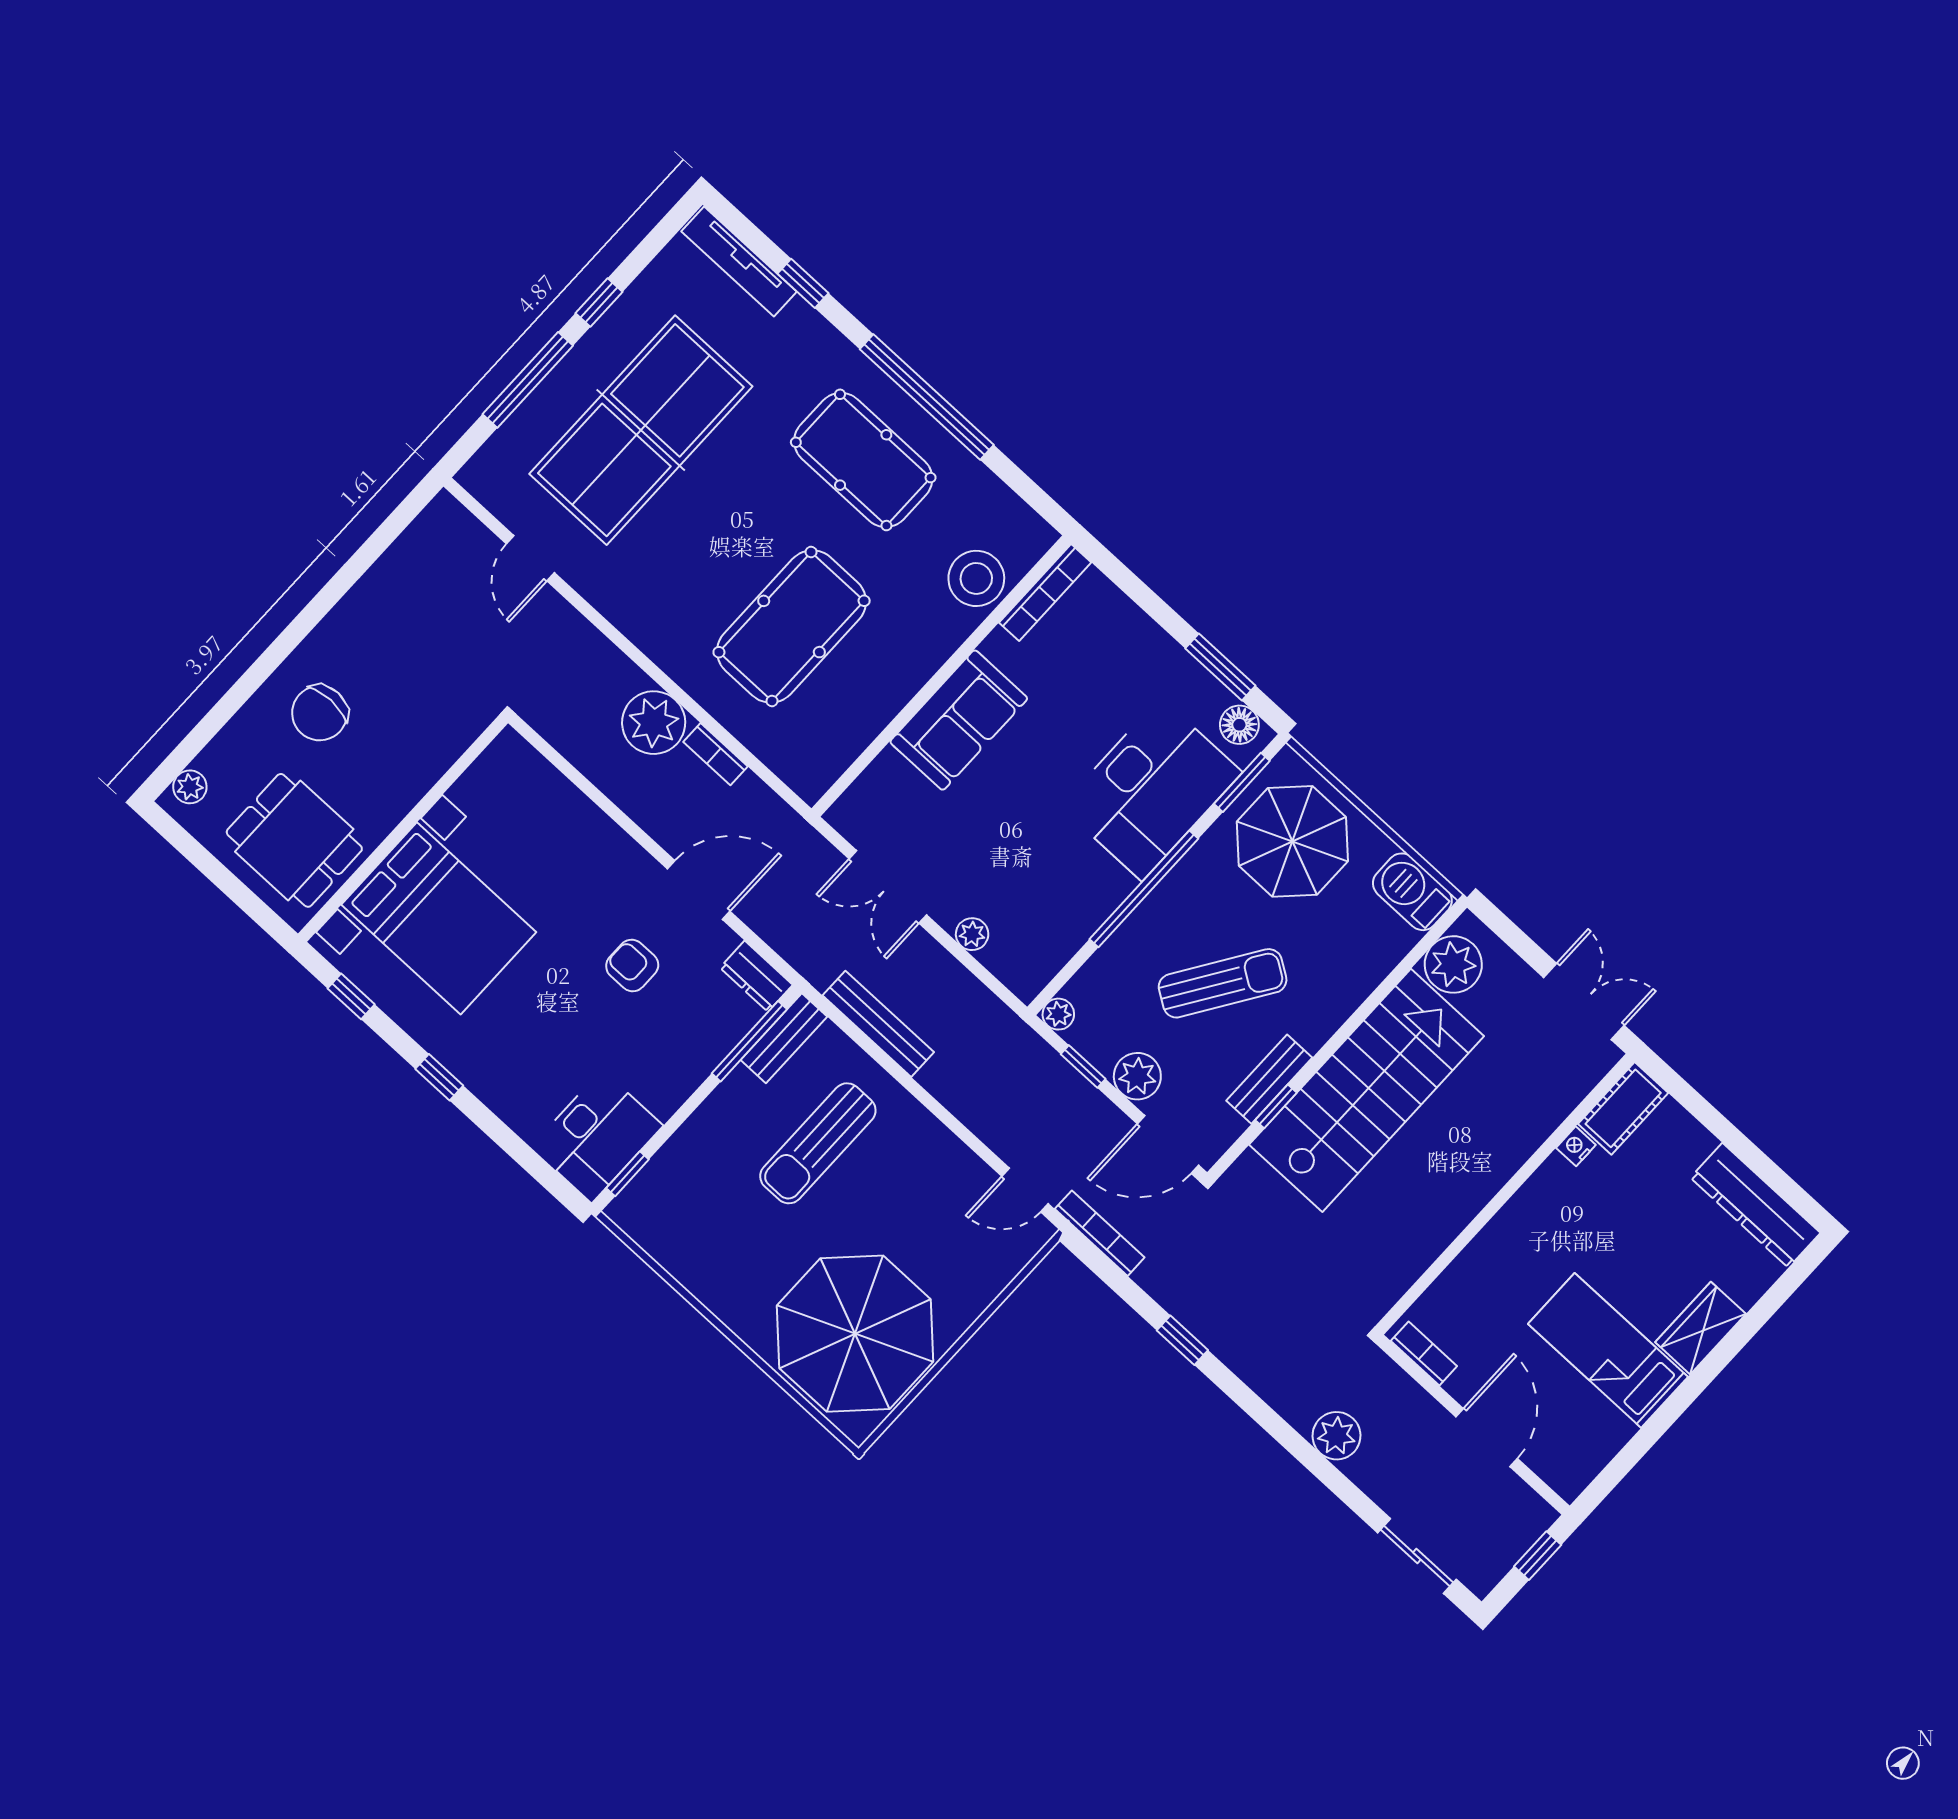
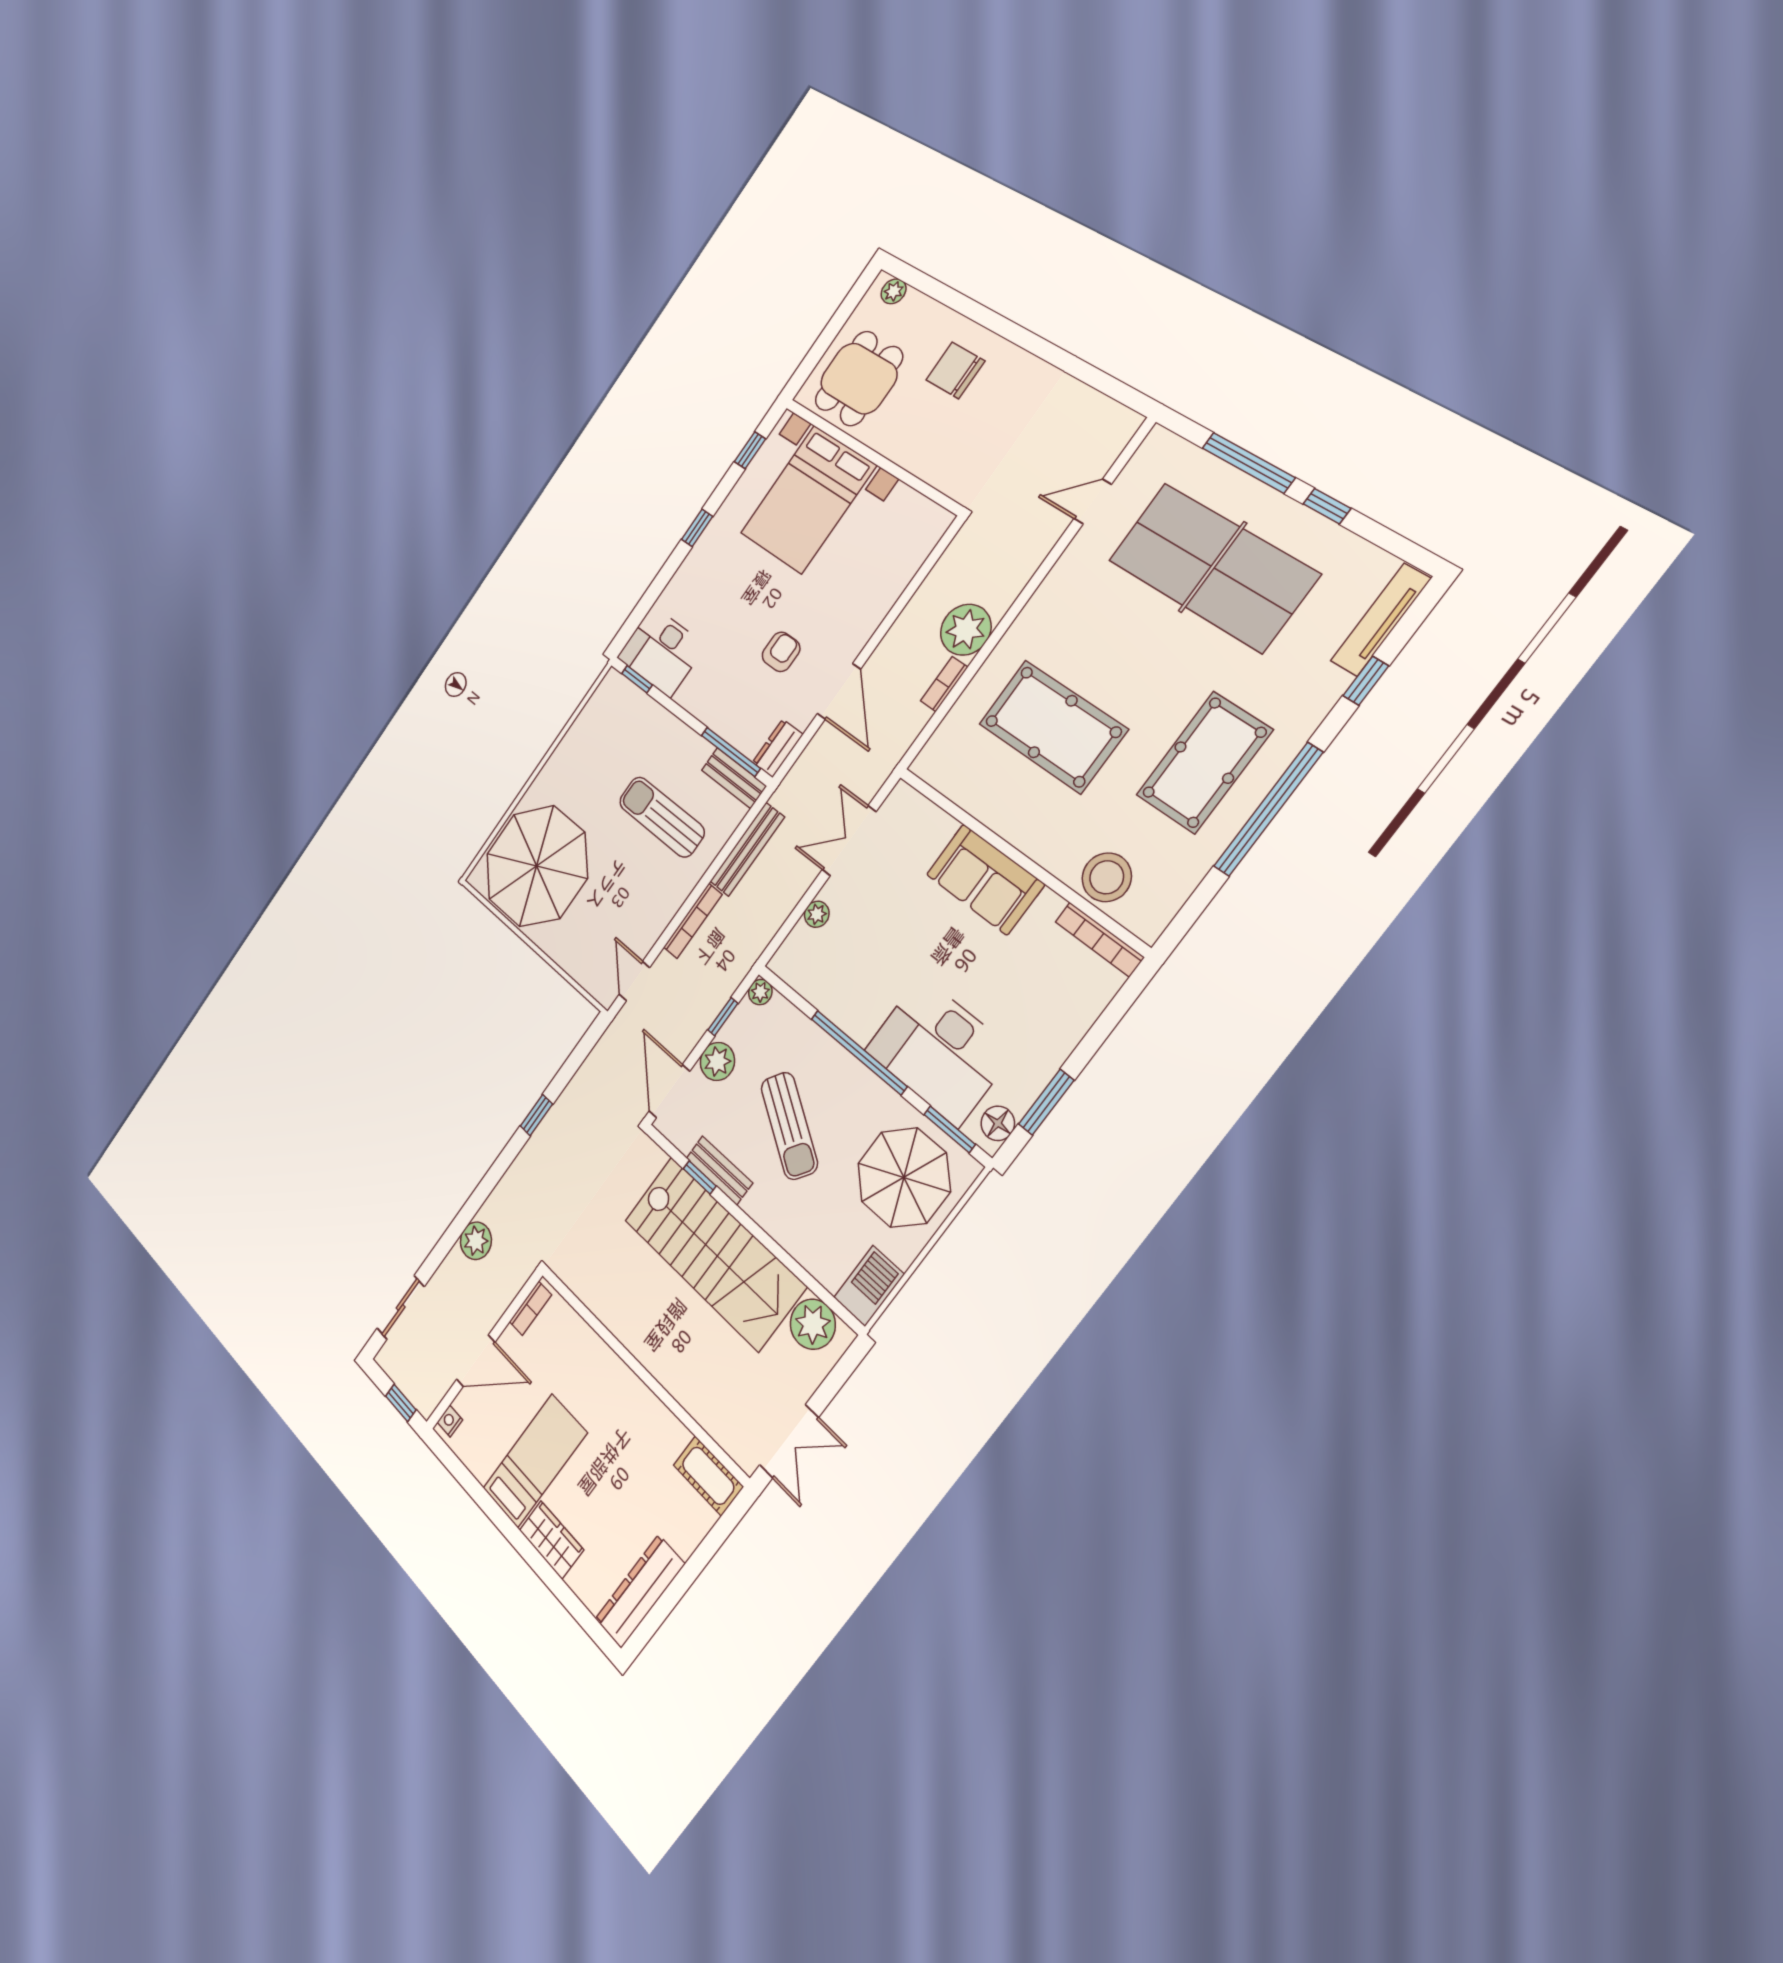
nightstand: (1576, 1146) -> (450, 1421), moved, turned -90
bookcase: (1100, 1233) -> (693, 921), moved

